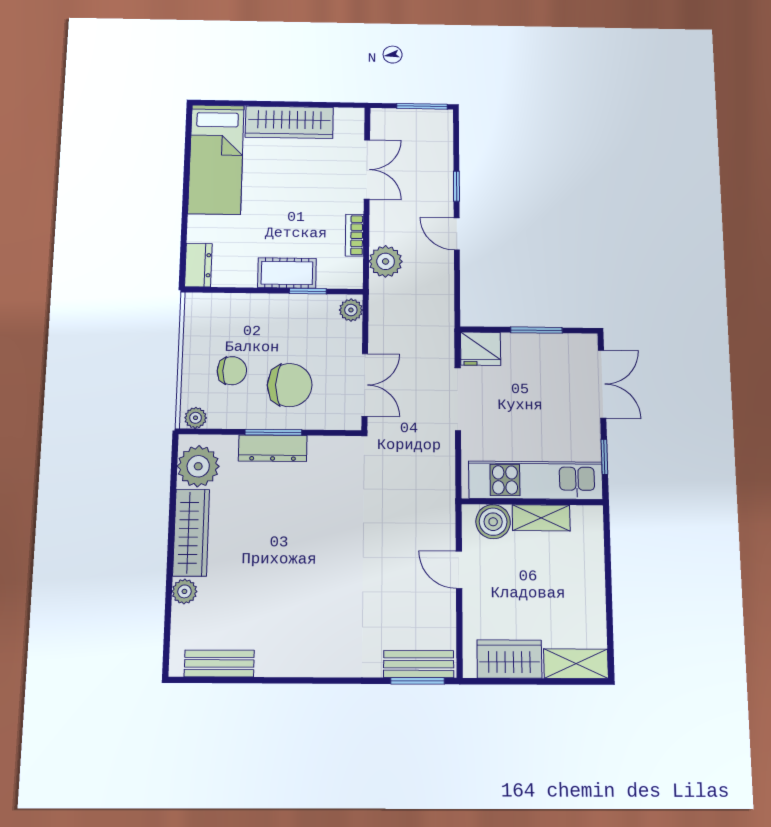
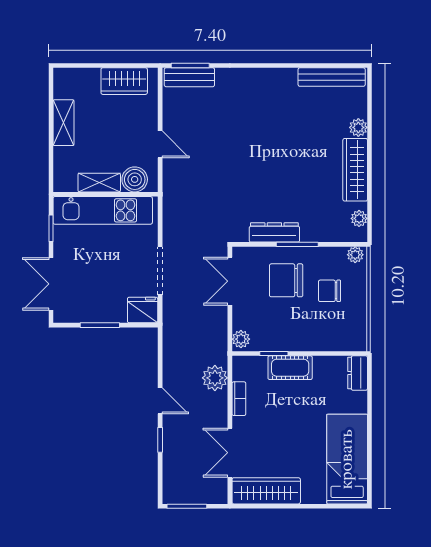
wardrobe: (289, 122) -> (266, 491), moved
dresser: (273, 448) -> (274, 232), moved
plant: (198, 466) -> (359, 218), width x0.53, depth x0.53
bench: (219, 663) -> (332, 77), width x1.36
shelving: (576, 664) -> (64, 123), moved, turned 90

